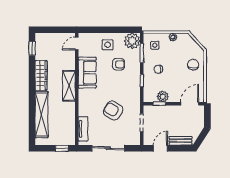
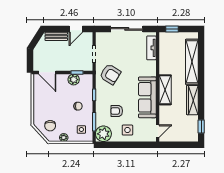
chair: (193, 65) -> (50, 126), moved
sofa: (87, 73) -> (147, 97), width x1.36
door: (190, 104) -> (47, 72), hinge flipped
armchair: (113, 111) -> (110, 74), moved

